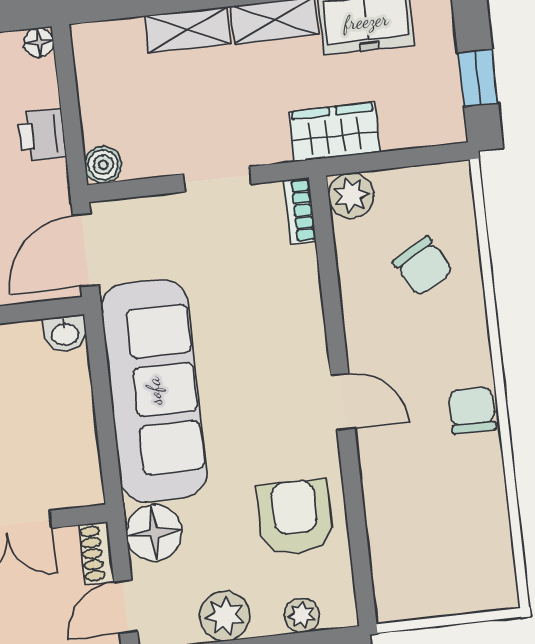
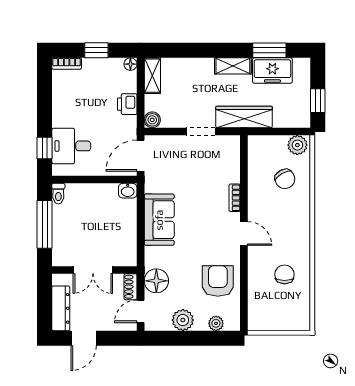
shelving: (188, 30) -> (152, 76), moved, turned 90
wardrobe: (335, 132) -> (244, 117), width x1.50
plant: (351, 195) -> (297, 145), moved
bookcase: (300, 211) -> (235, 198), moved
sofa: (154, 391) -> (159, 220), width x0.54, depth x0.79
chair: (472, 410) -> (284, 274), moved

